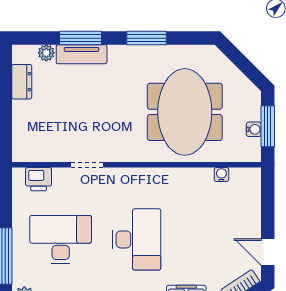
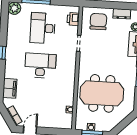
chair: (40, 128) -> (98, 22), added
desk: (61, 239) -> (43, 28), turned 180
desk: (137, 239) -> (40, 66), turned 180

